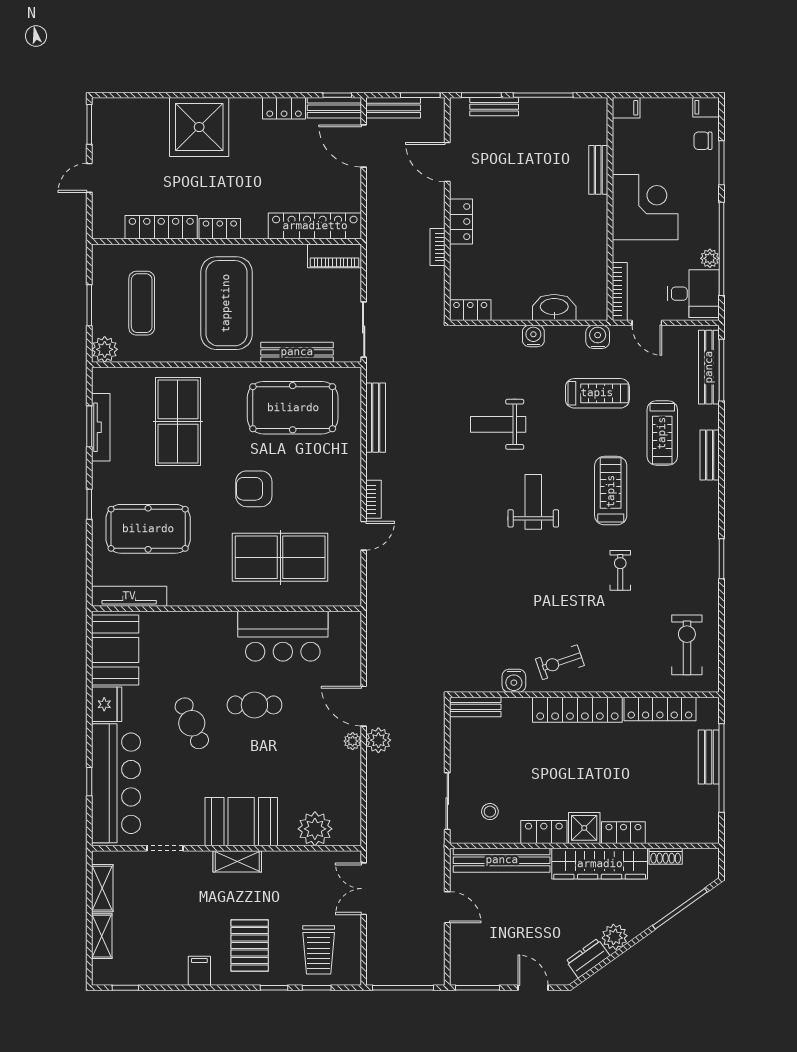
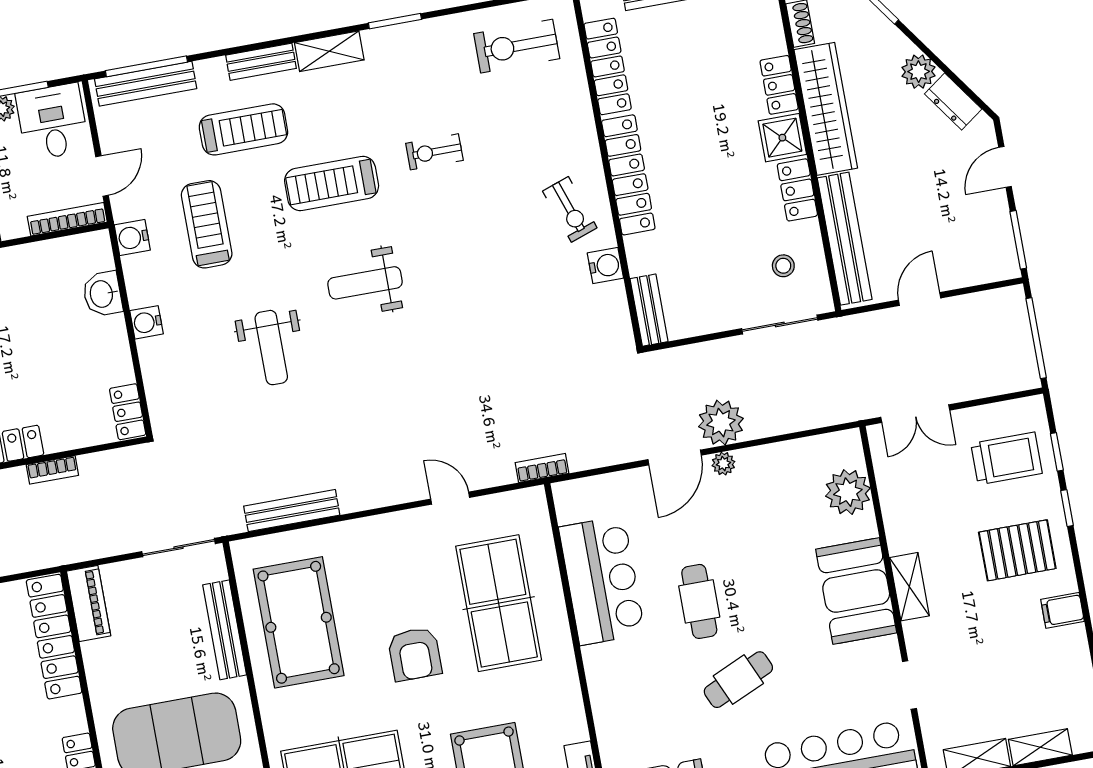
washbasin: (554, 307) -> (102, 294), width x0.72
bookcase: (374, 499) -> (542, 468), moved
shelving: (708, 507) -> (329, 51), added
plant: (378, 740) -> (721, 423), width x1.36, depth x1.36

